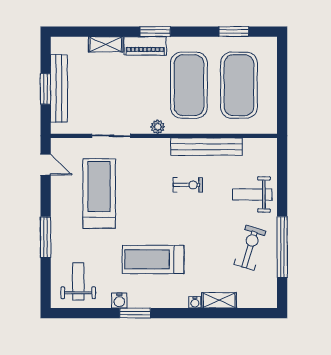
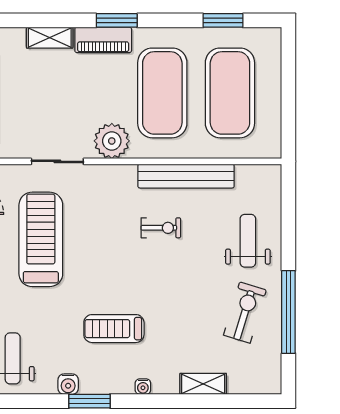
plant: (158, 127) -> (112, 141), width x1.88, depth x1.88
weight bench: (252, 194) -> (248, 241), turned 90
treadmill: (153, 259) -> (114, 329), width x0.73, depth x0.73
water cooler: (195, 302) -> (143, 387), moved

